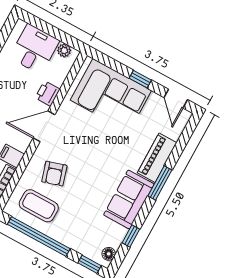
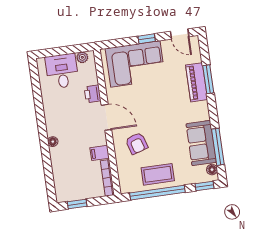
door: (44, 126) -> (106, 117), swing flipped
window: (160, 183) -> (208, 79), moved
sofa: (129, 199) -> (201, 143), moved
coffee table: (39, 206) -> (158, 174), moved
window: (131, 236) -> (218, 147), width x2.17

